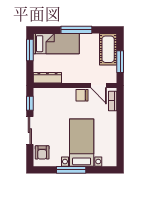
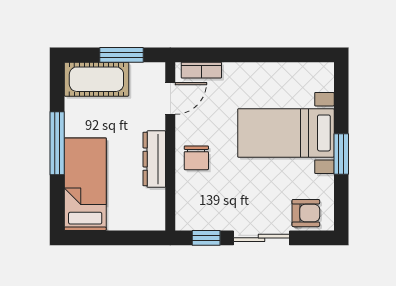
window: (30, 50) -> (98, 238), removed
dresser: (47, 78) -> (154, 159), moved
chair: (82, 95) -> (196, 158), moved
window: (71, 170) -> (341, 154), width x0.69

